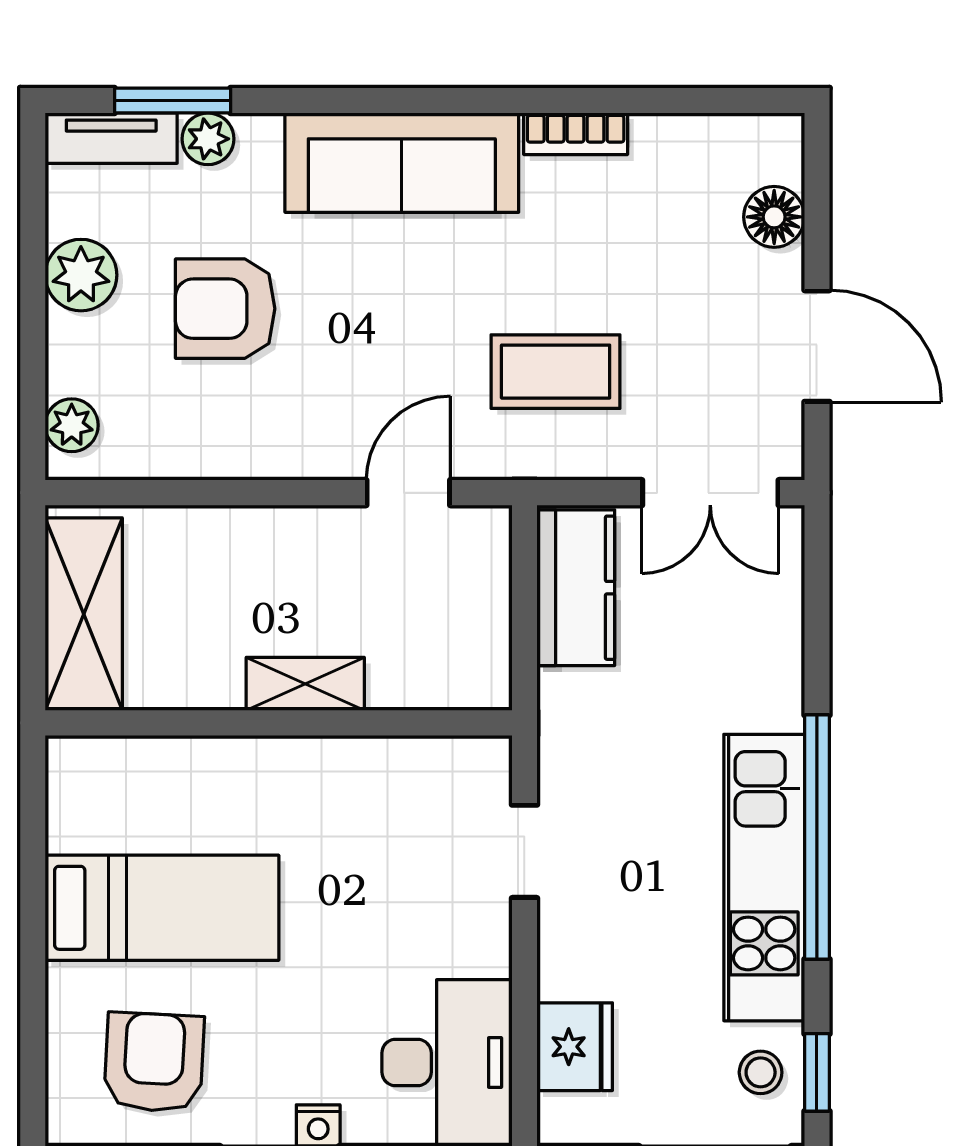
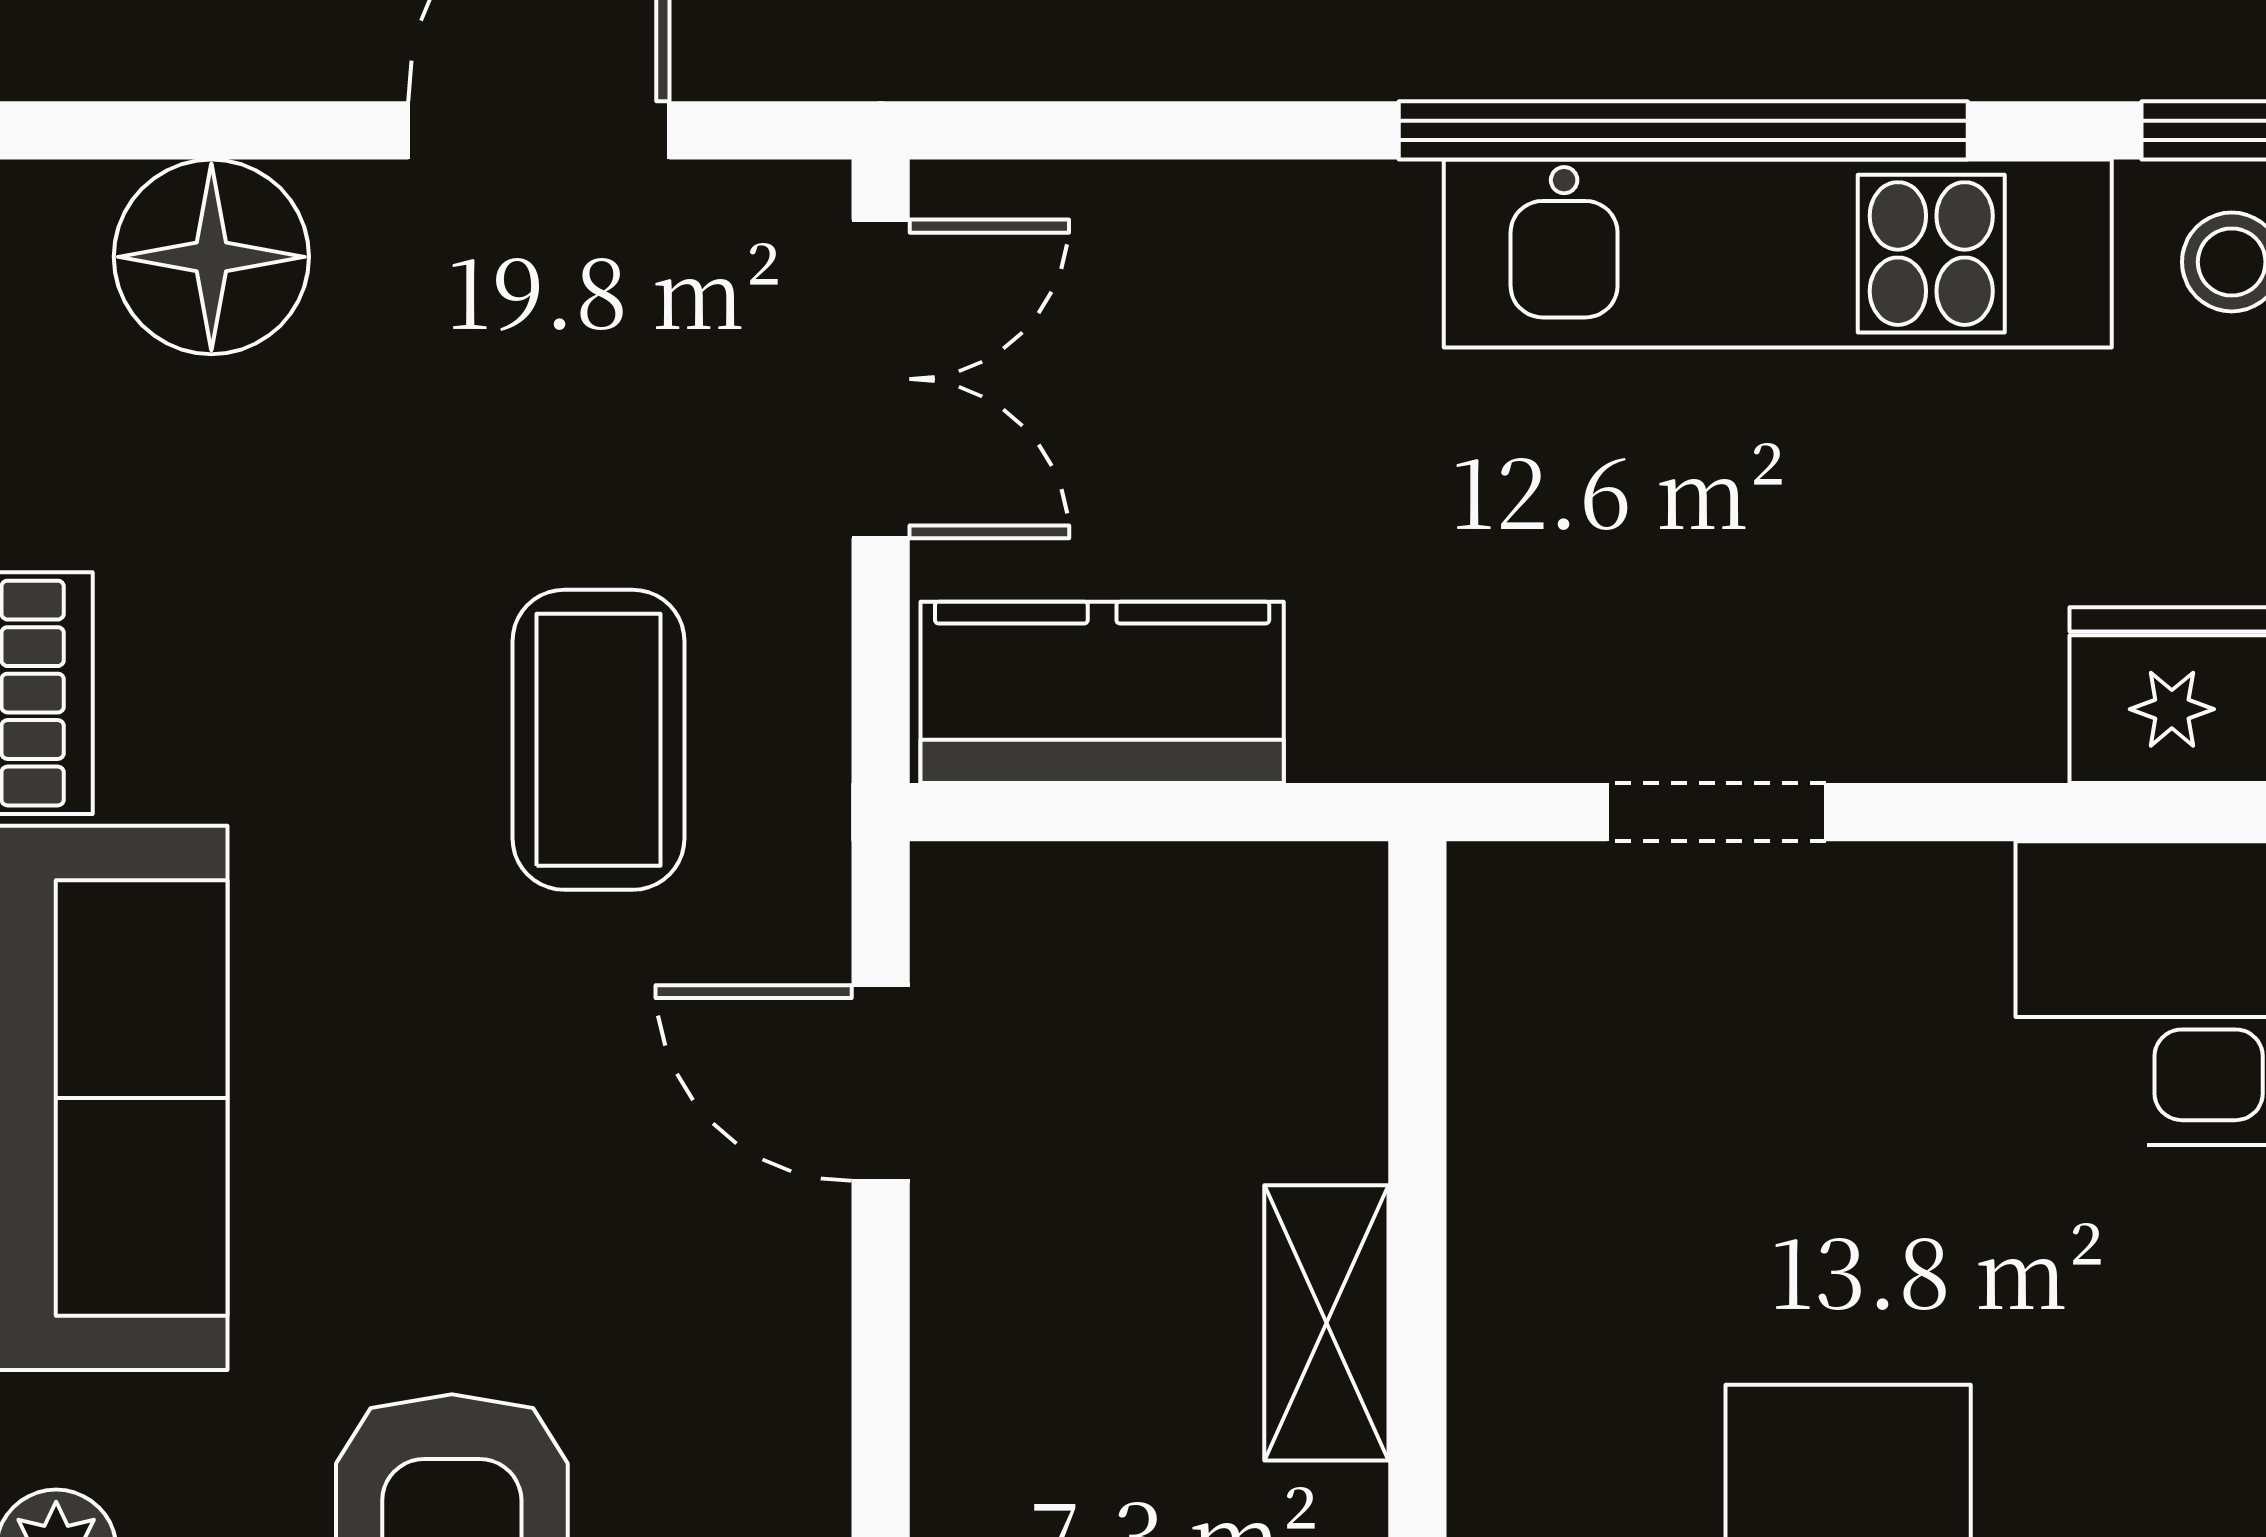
floor lamp: (774, 217) -> (211, 257), width x1.38, depth x1.38

